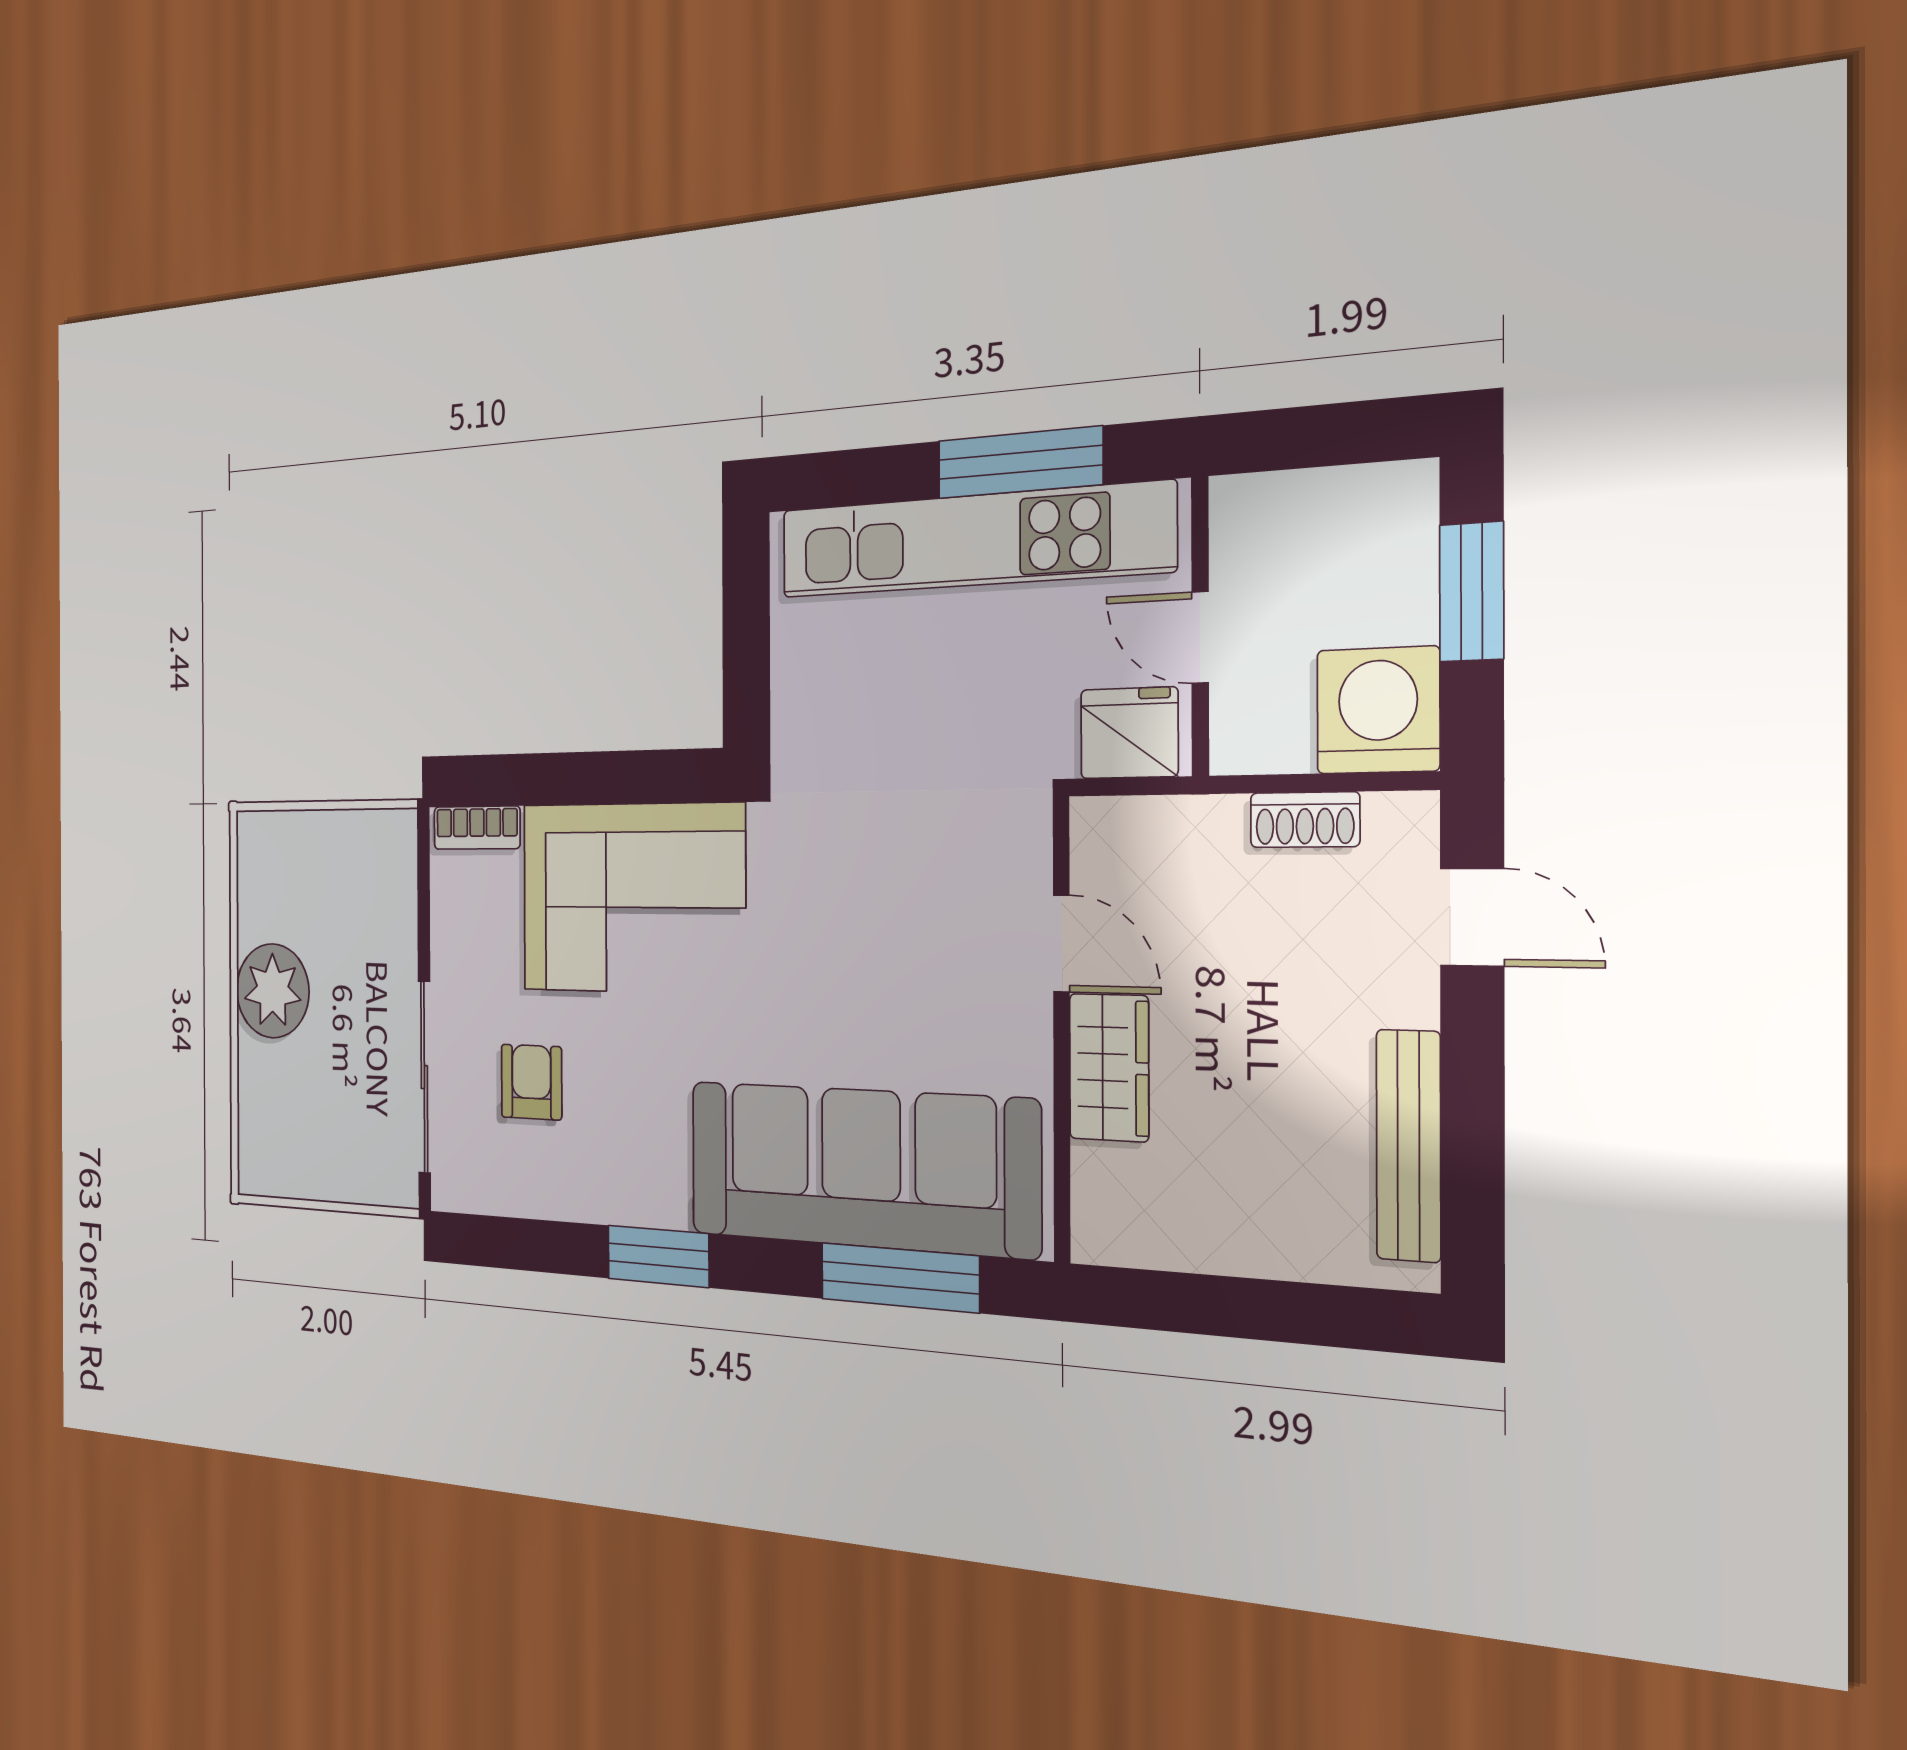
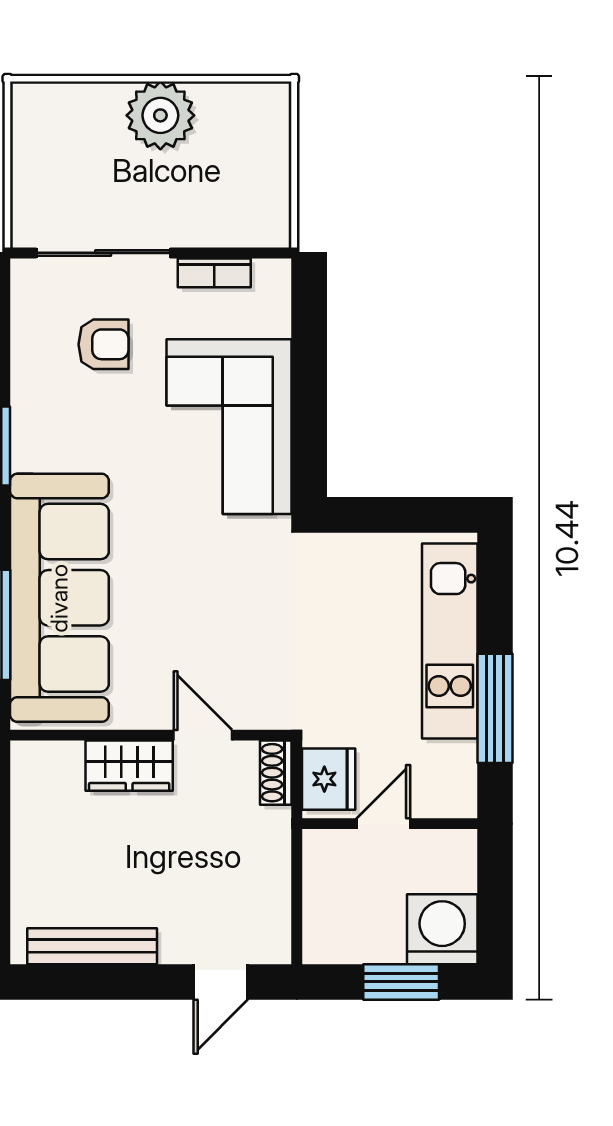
kitchen unit: (973, 540) -> (450, 641), width x0.73
washing machine: (1378, 710) -> (442, 929), moved, turned -90
shoe rack: (1305, 820) -> (276, 773), moved
bookcase: (477, 828) -> (214, 273), moved, turned -90
door: (1061, 943) -> (203, 735), swing flipped

